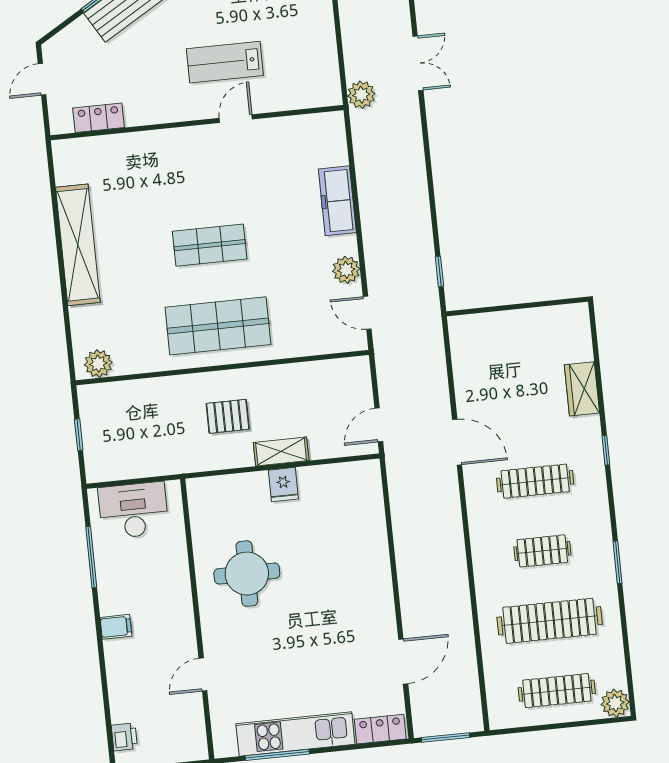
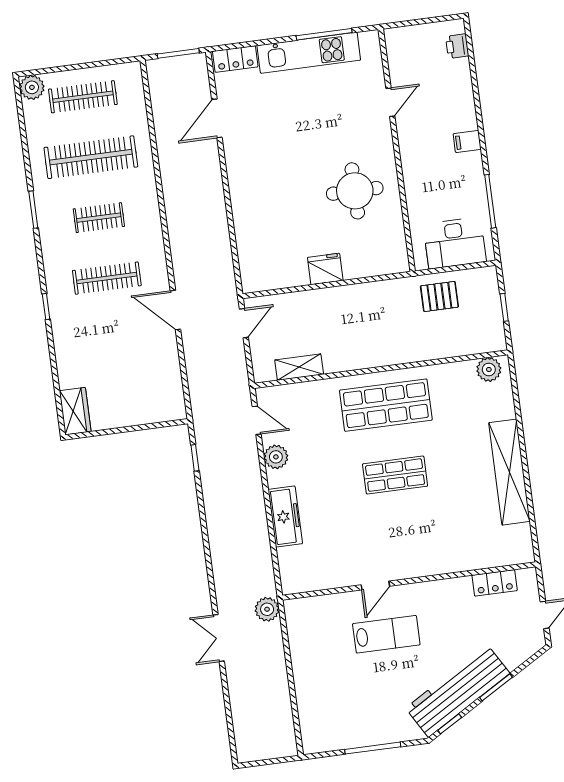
wardrobe: (582, 389) -> (75, 411), moved
pallet: (228, 416) -> (439, 296), moved
shelving: (281, 452) -> (299, 367), moved
fridge: (283, 485) -> (325, 269), width x1.38

